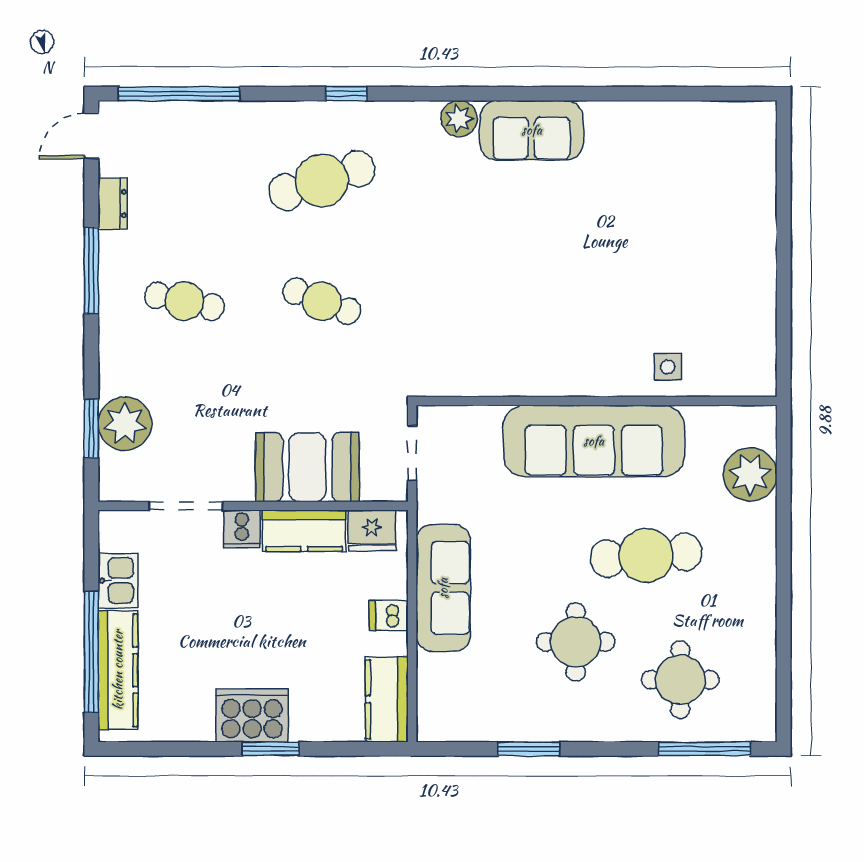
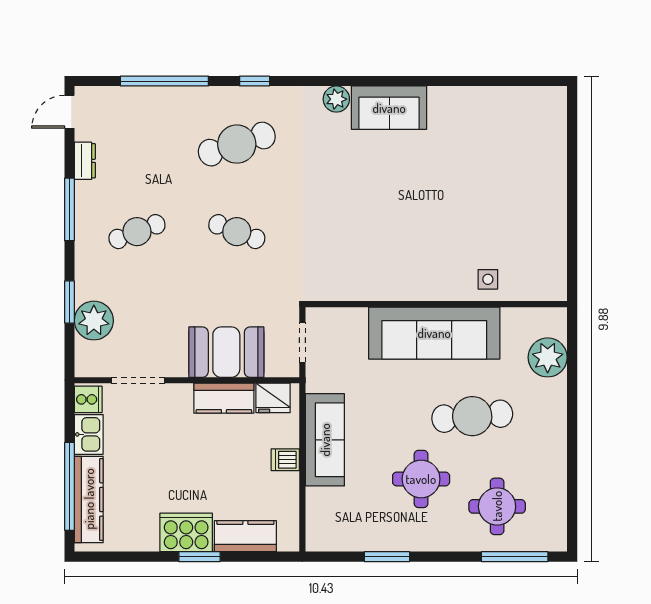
window: (179, 94) -> (164, 81), moved
cafe table: (184, 301) -> (137, 232), turned -33
window: (91, 428) -> (69, 302), moved
cooker: (242, 529) -> (88, 399), moved, turned -90
kitchen counter: (387, 699) -> (245, 536), moved, turned 90

